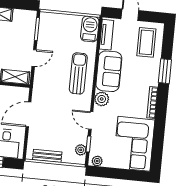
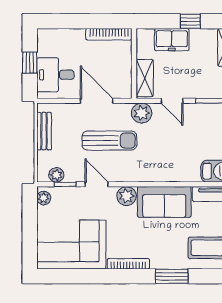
sun lounger: (78, 73) -> (109, 141), moved
plant: (41, 82) -> (142, 113), added
door: (91, 120) -> (97, 184), hinge flipped

